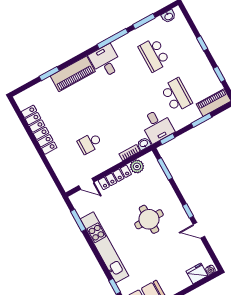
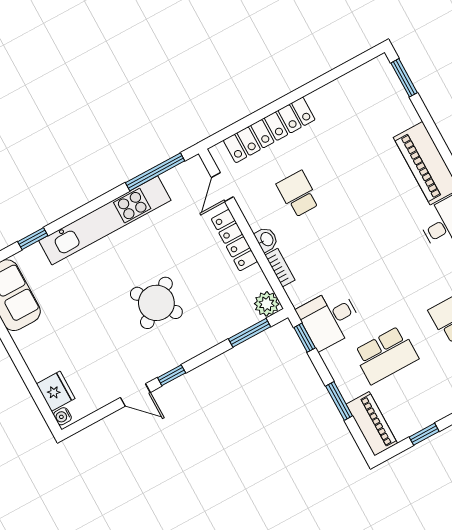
window: (49, 74) -> (404, 78), moved
locker: (39, 130) -> (269, 130), moved
washbasin: (144, 144) -> (266, 239), moved
plant: (137, 166) -> (267, 304), moved
round table: (149, 219) -> (156, 303), turned -36
window: (78, 220) -> (155, 172), width x1.44
door: (199, 230) -> (135, 395), swing flipped

